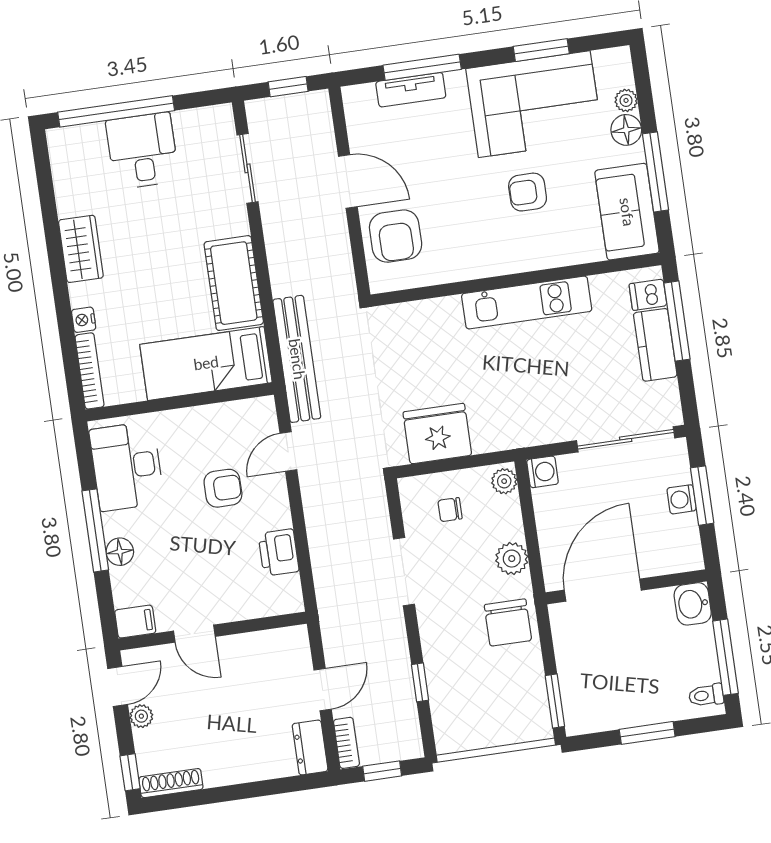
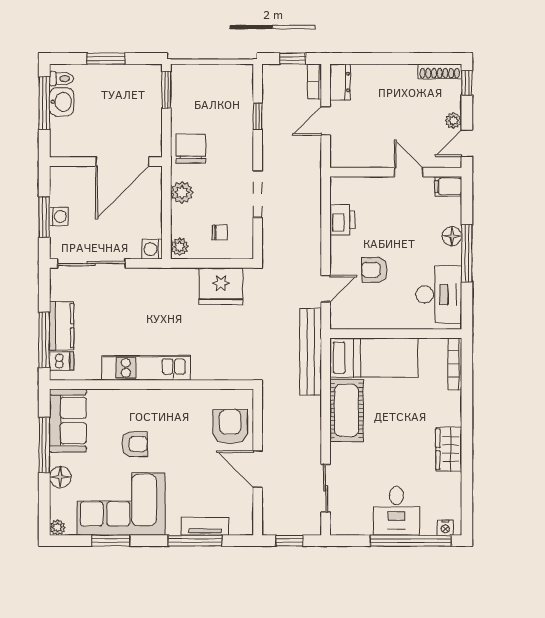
plant: (626, 100) -> (57, 527), moved
nightstand: (84, 320) -> (445, 528), moved, turned 90
washbasin: (693, 604) -> (62, 102), moved

